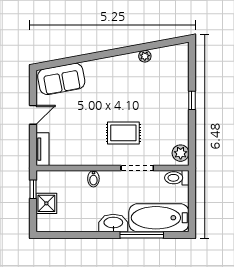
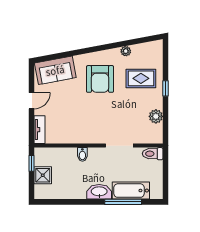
armchair: (114, 89) -> (100, 79), added
rug: (123, 133) -> (141, 78), moved
plant: (181, 153) -> (156, 116), moved
bathtub: (159, 218) -> (131, 191), width x0.73, depth x0.73

